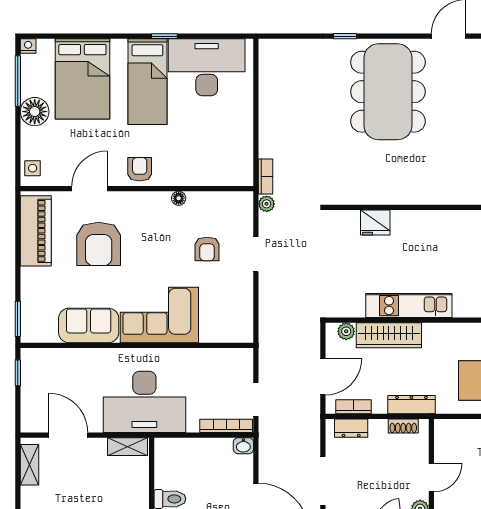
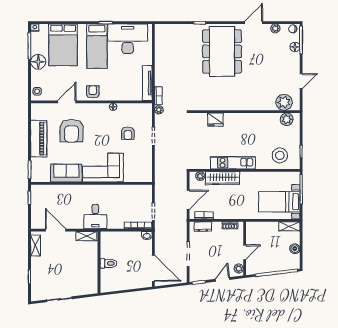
tv unit: (244, 152) -> (147, 83), added
piano: (36, 231) -> (39, 139), moved
desk: (144, 402) -> (95, 216), width x0.53, depth x0.77
dresser: (411, 405) -> (234, 214), removed

